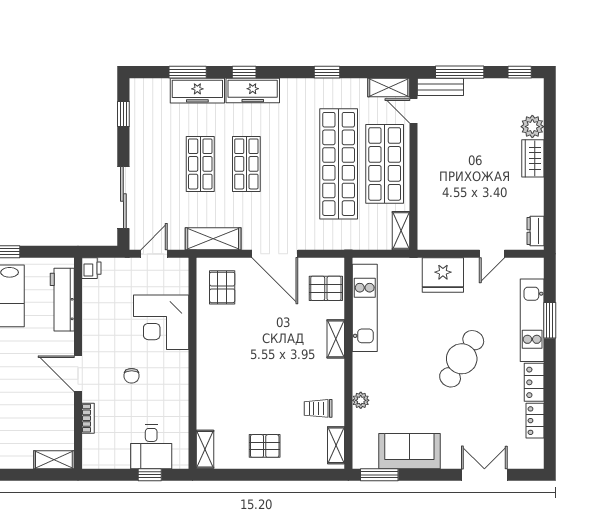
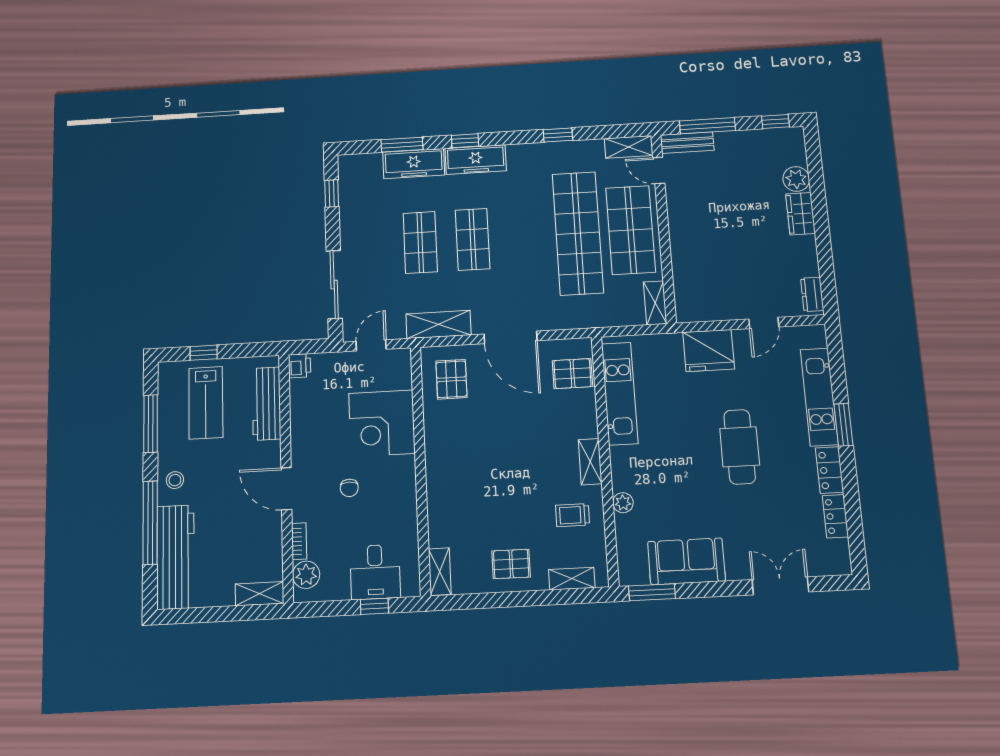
window: (550, 320) -> (843, 425), moved
shelving: (336, 339) -> (590, 462), moved
cafe table: (462, 359) -> (740, 447), turned -32
shelving: (336, 445) -> (572, 579), moved, turned 90
plant: (93, 446) -> (306, 575), added

